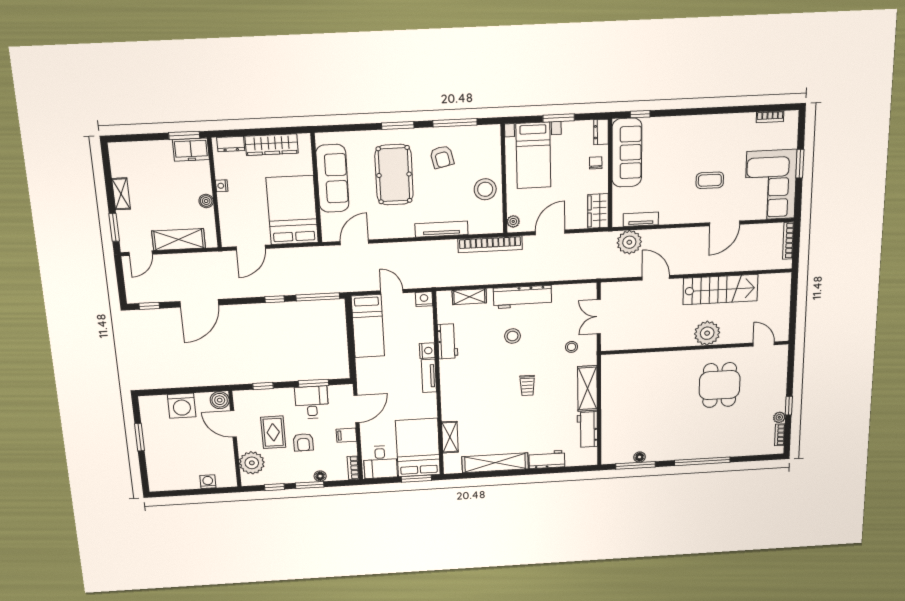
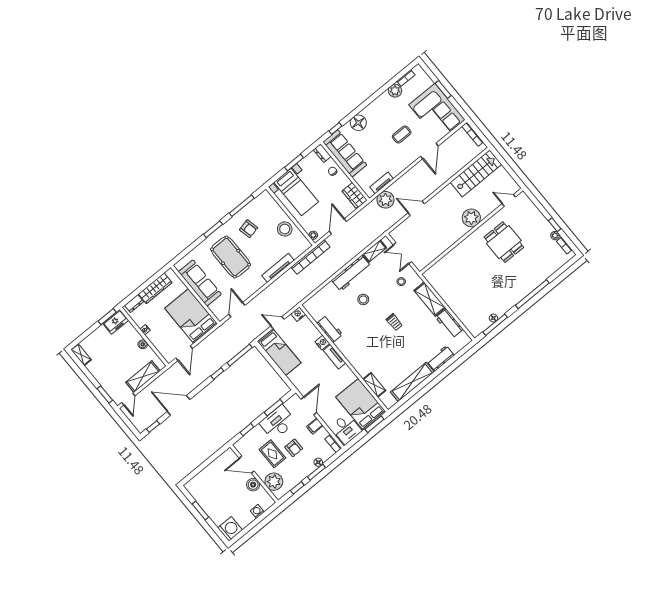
plant: (745, 122) -> (395, 91), added
floor lamp: (672, 128) -> (358, 123), added
shelving: (121, 194) -> (81, 355), moved
stairs: (720, 290) -> (476, 173), moved
shelving: (469, 297) -> (375, 251), moved
door: (199, 303) -> (179, 405), swing flipped
boiler: (220, 400) -> (253, 485), moved
desk: (312, 402) -> (278, 423), width x1.37
washing machine: (182, 406) -> (230, 529), moved, turned -90

